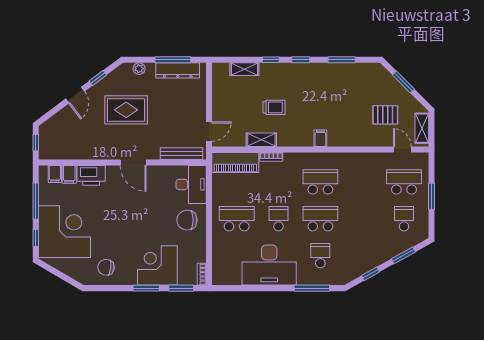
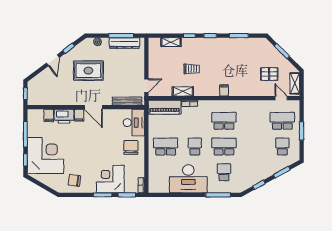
filing cabinet: (55, 174) -> (79, 115), moved
chair: (187, 220) -> (131, 147), turned 90

